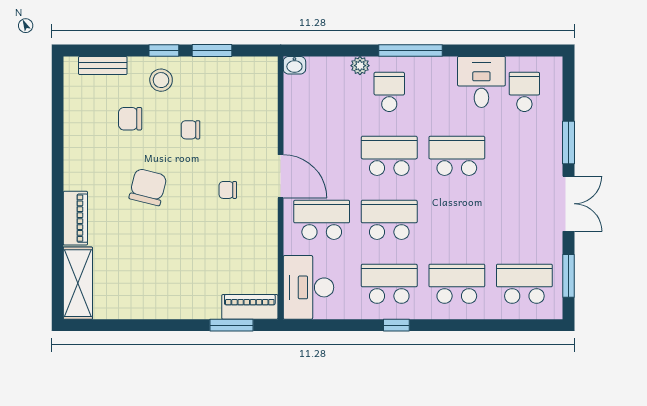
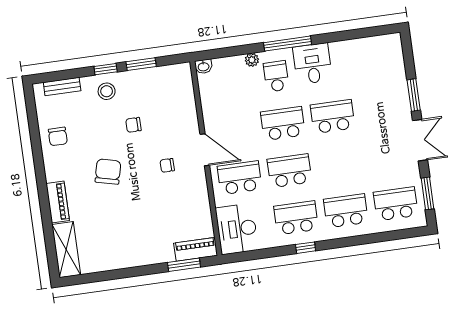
desk: (481, 82) -> (312, 64), moved
school desk: (524, 92) -> (376, 62), removed
chair: (130, 119) -> (58, 136), moved, turned -90

